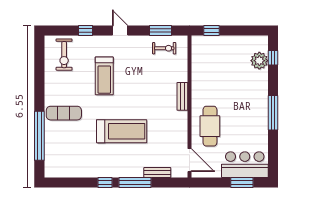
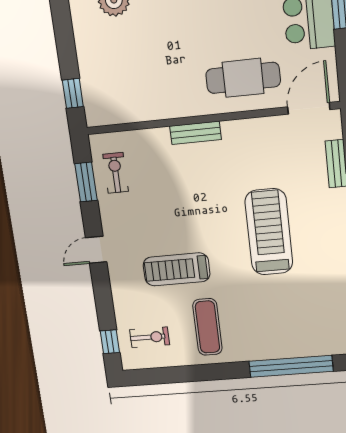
window: (86, 30) -> (110, 342), moved
exercise bike: (64, 55) -> (150, 337), width x0.73, depth x0.72
treadmill: (104, 76) -> (177, 269), turned 180
exercise mat: (64, 113) -> (207, 327), moved

